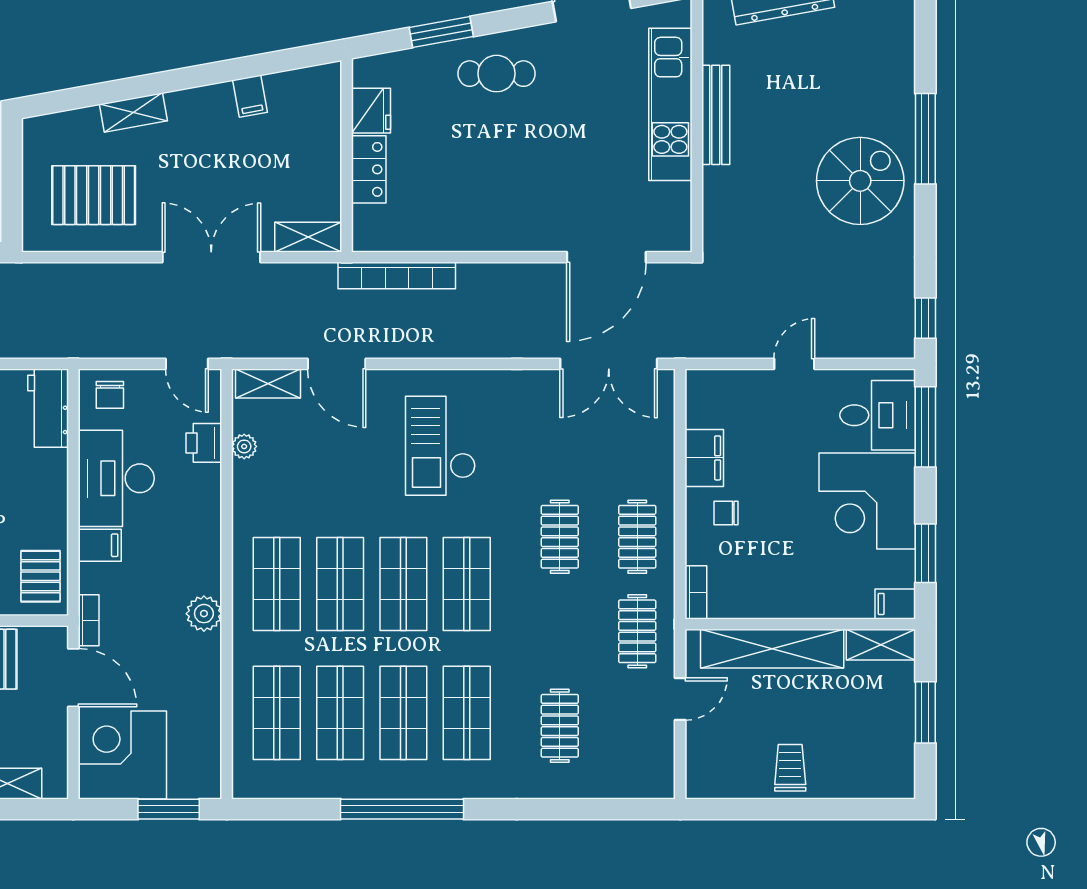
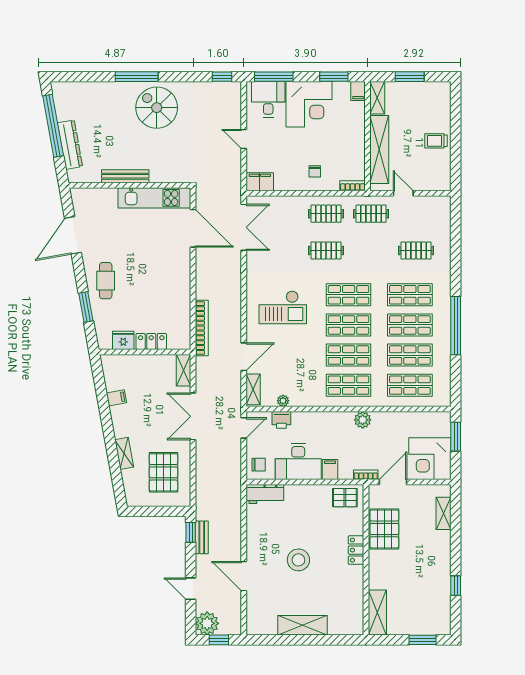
kitchen unit: (670, 104) -> (154, 198), moved
filing cabinet: (704, 458) -> (260, 182), moved

